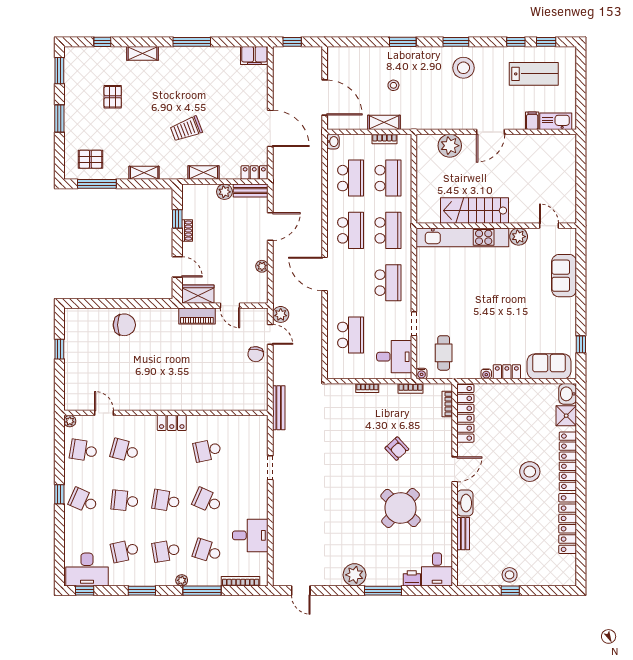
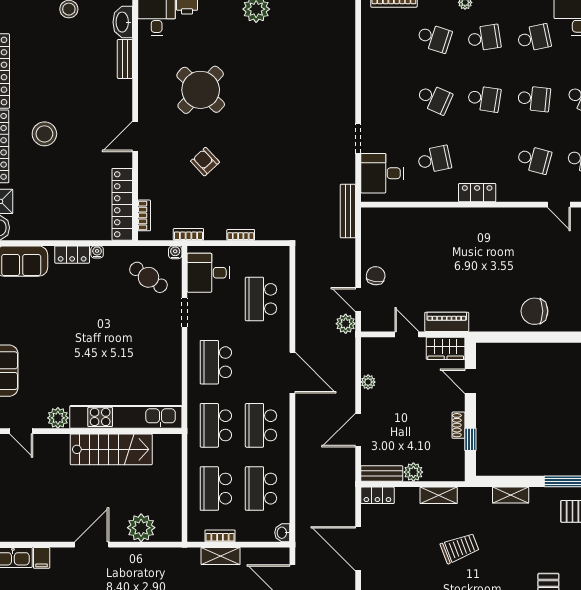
cafe table: (444, 353) -> (148, 277), turned -55
washbasin: (465, 503) -> (123, 22), moved
desk: (250, 535) -> (382, 173), moved

